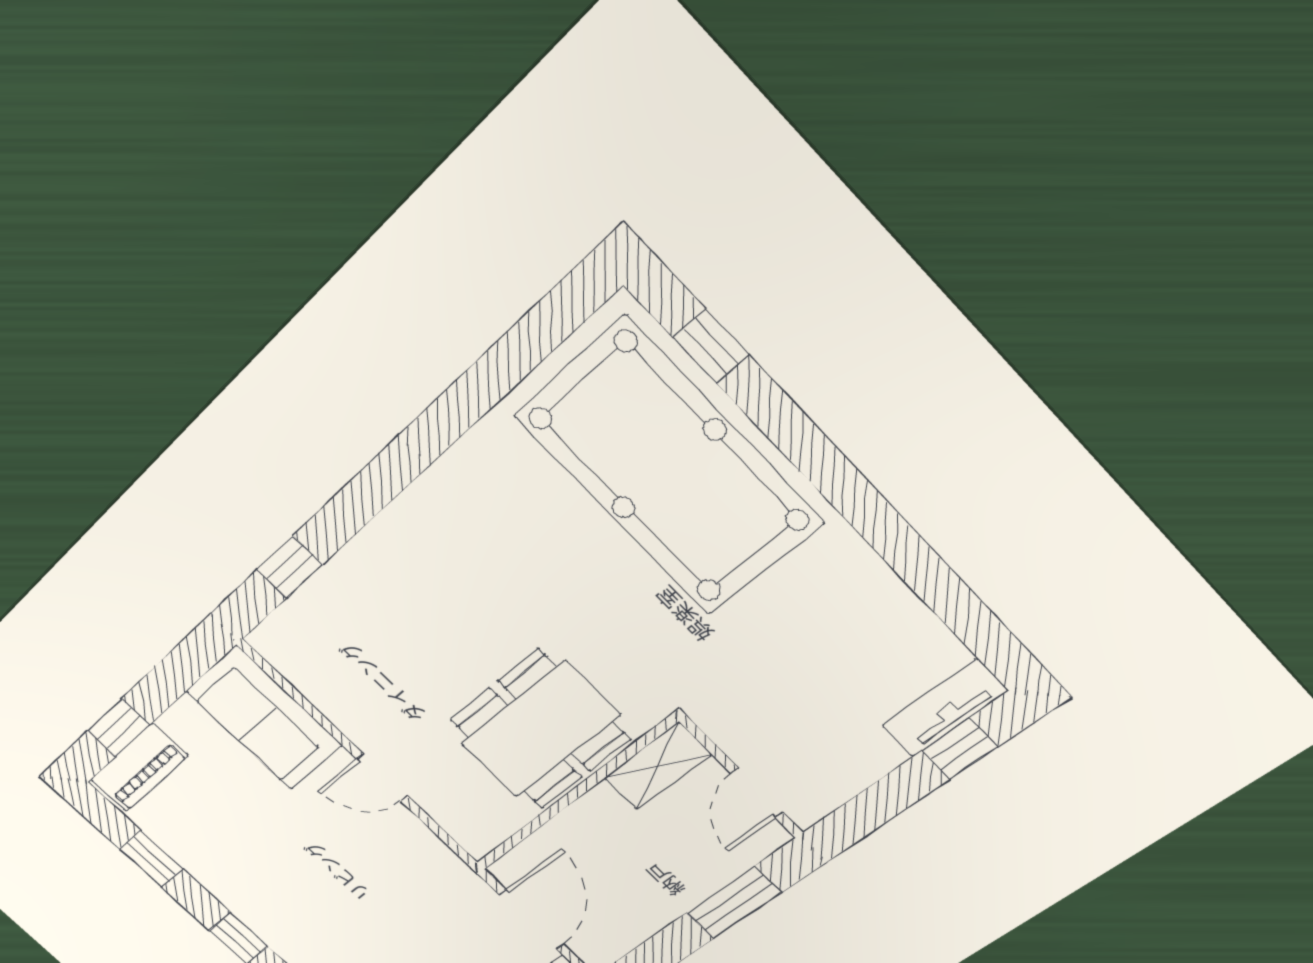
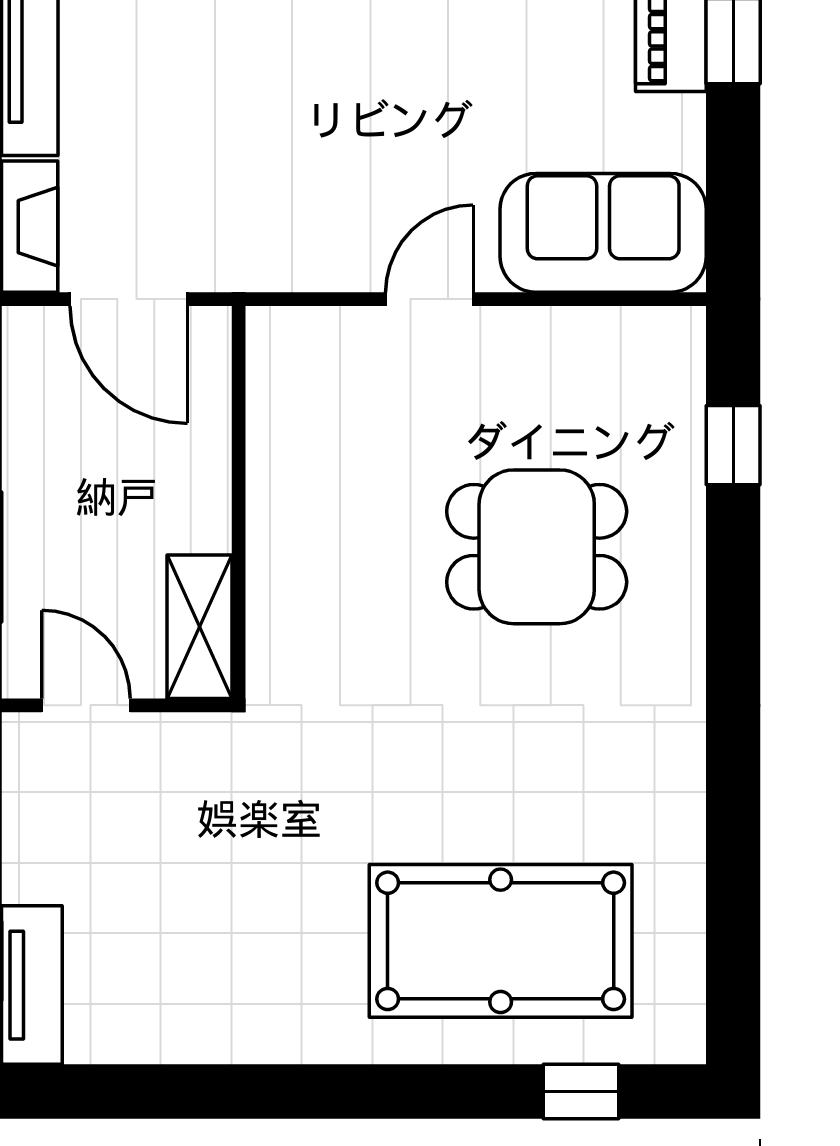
pool table: (668, 469) -> (501, 941), width x0.73, depth x0.76
dining table: (540, 730) -> (537, 547), moved, width x0.73

